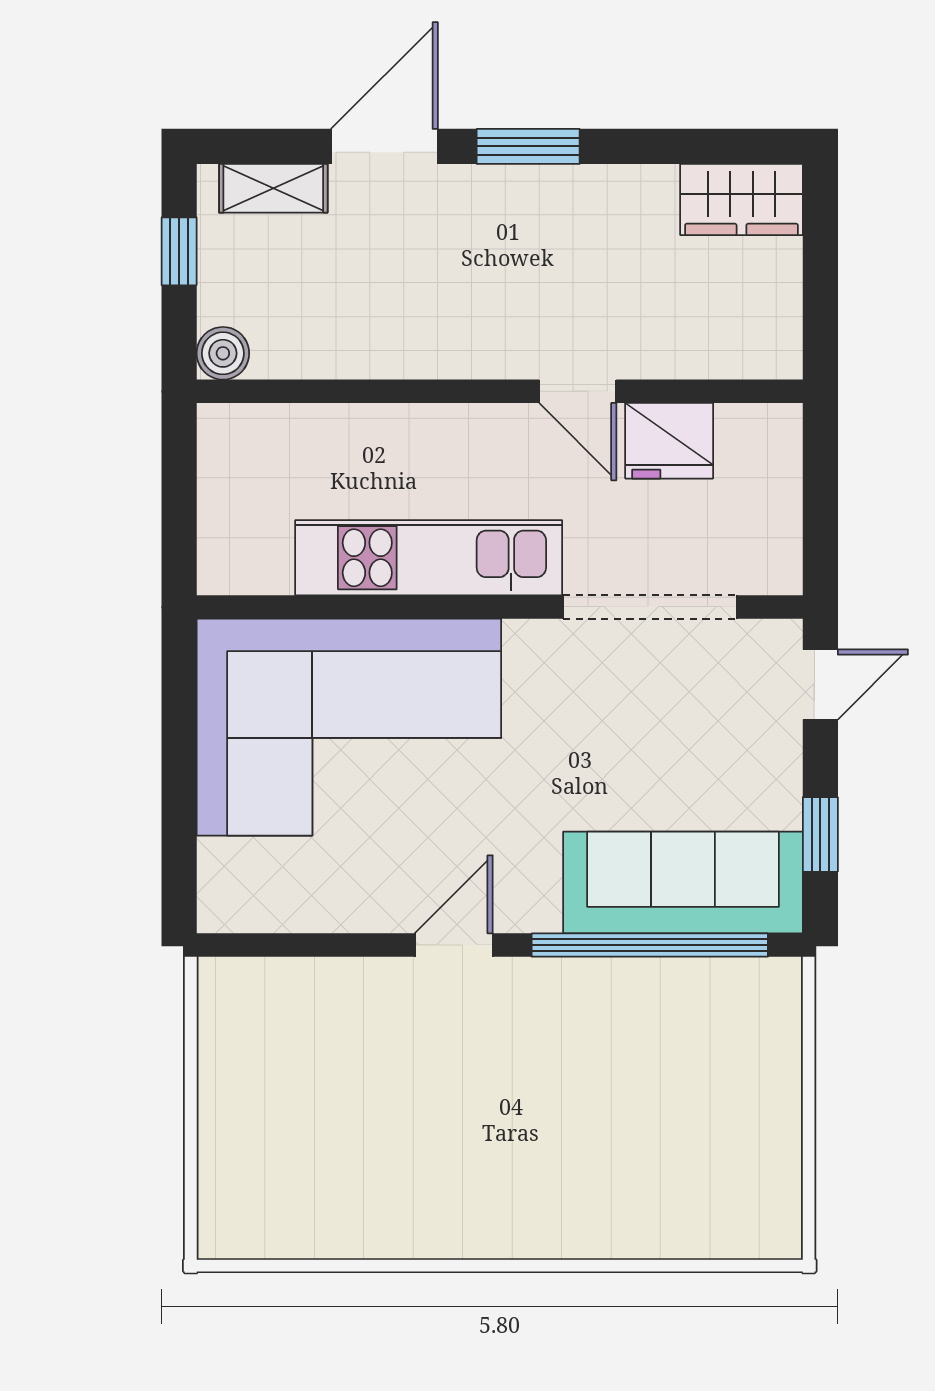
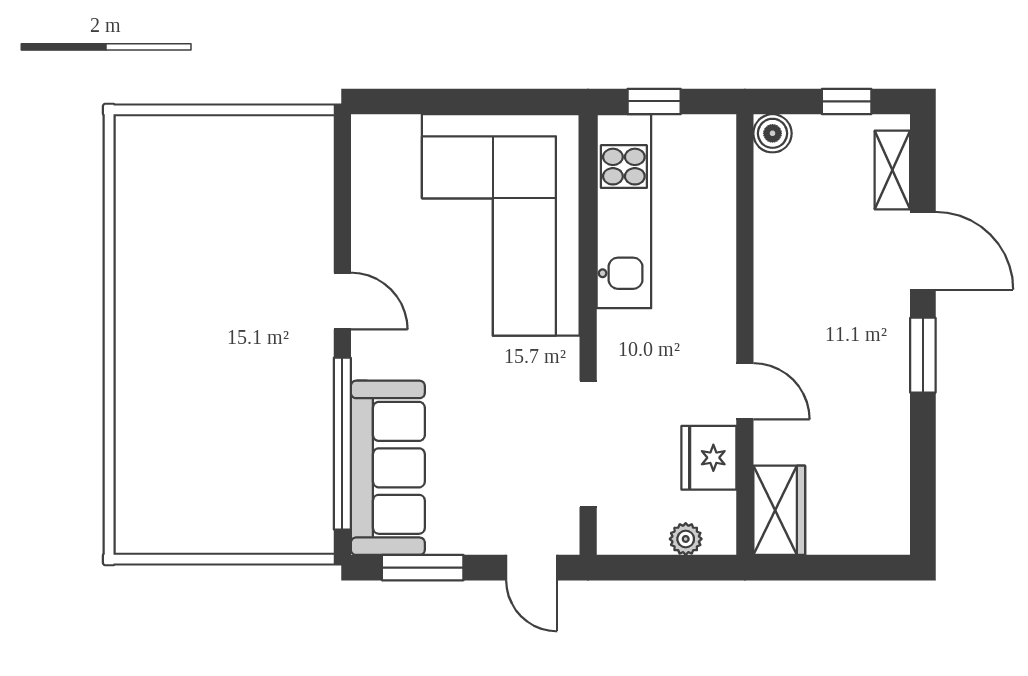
wardrobe: (741, 200) -> (779, 510), moved, turned 180
door: (578, 391) -> (745, 391), swing flipped
plant: (781, 473) -> (686, 539), added
window: (179, 516) -> (654, 101), added
kitchen unit: (429, 558) -> (624, 211), moved
window: (820, 834) -> (423, 568), width x1.50

